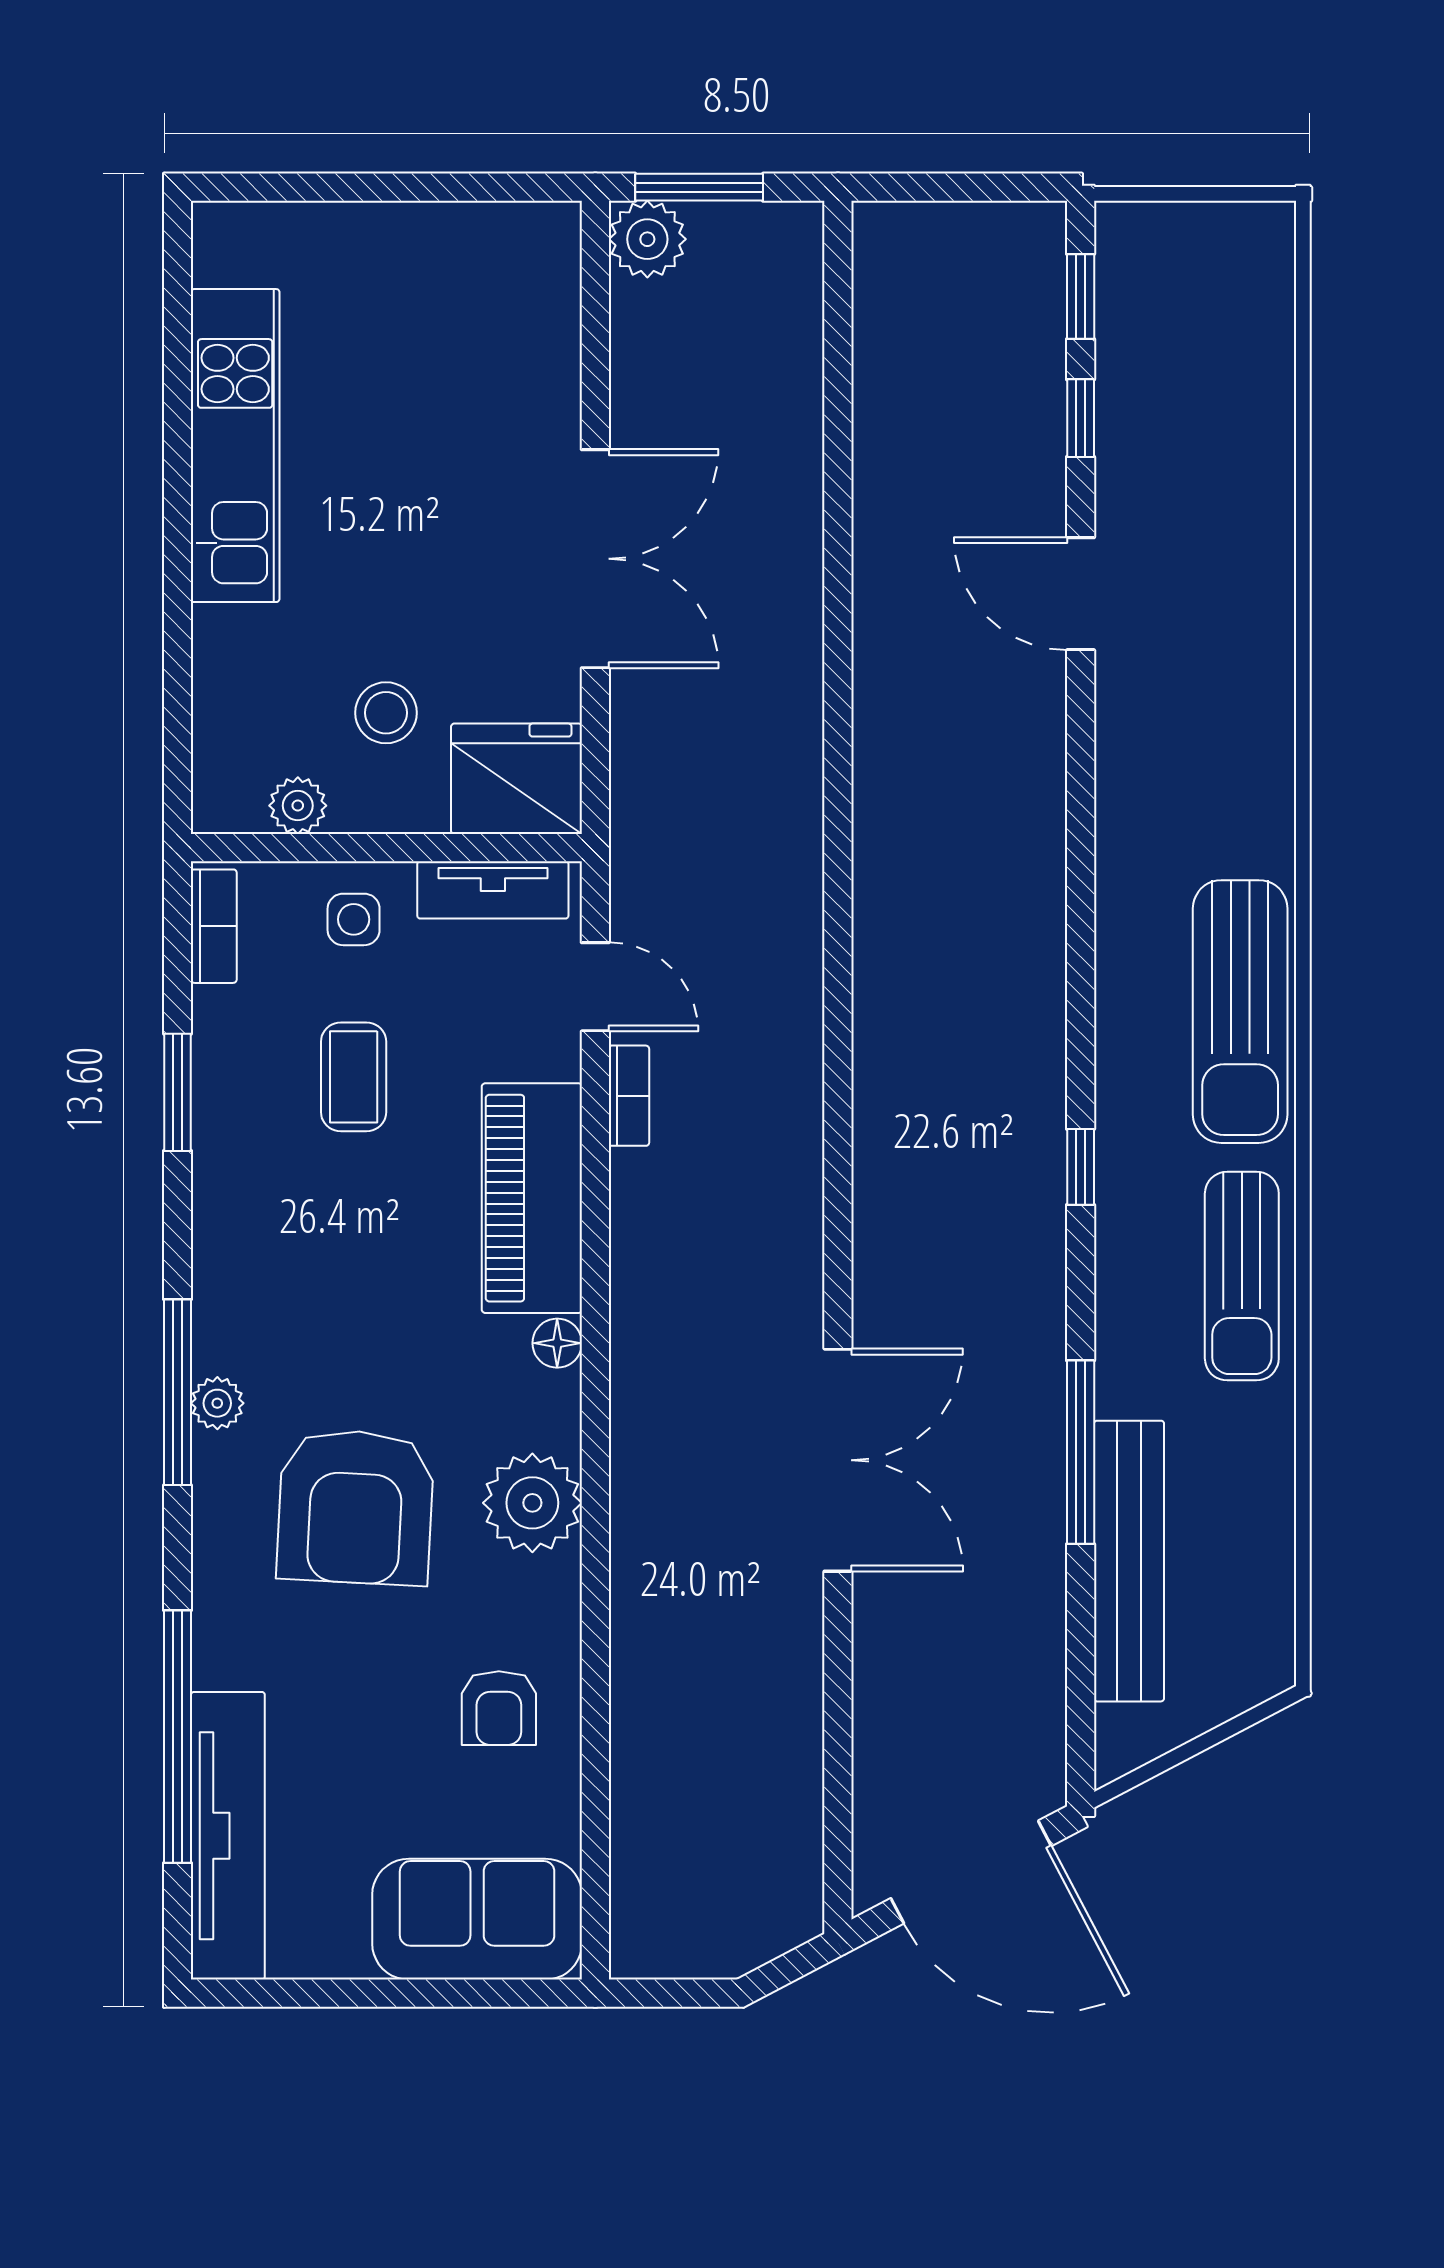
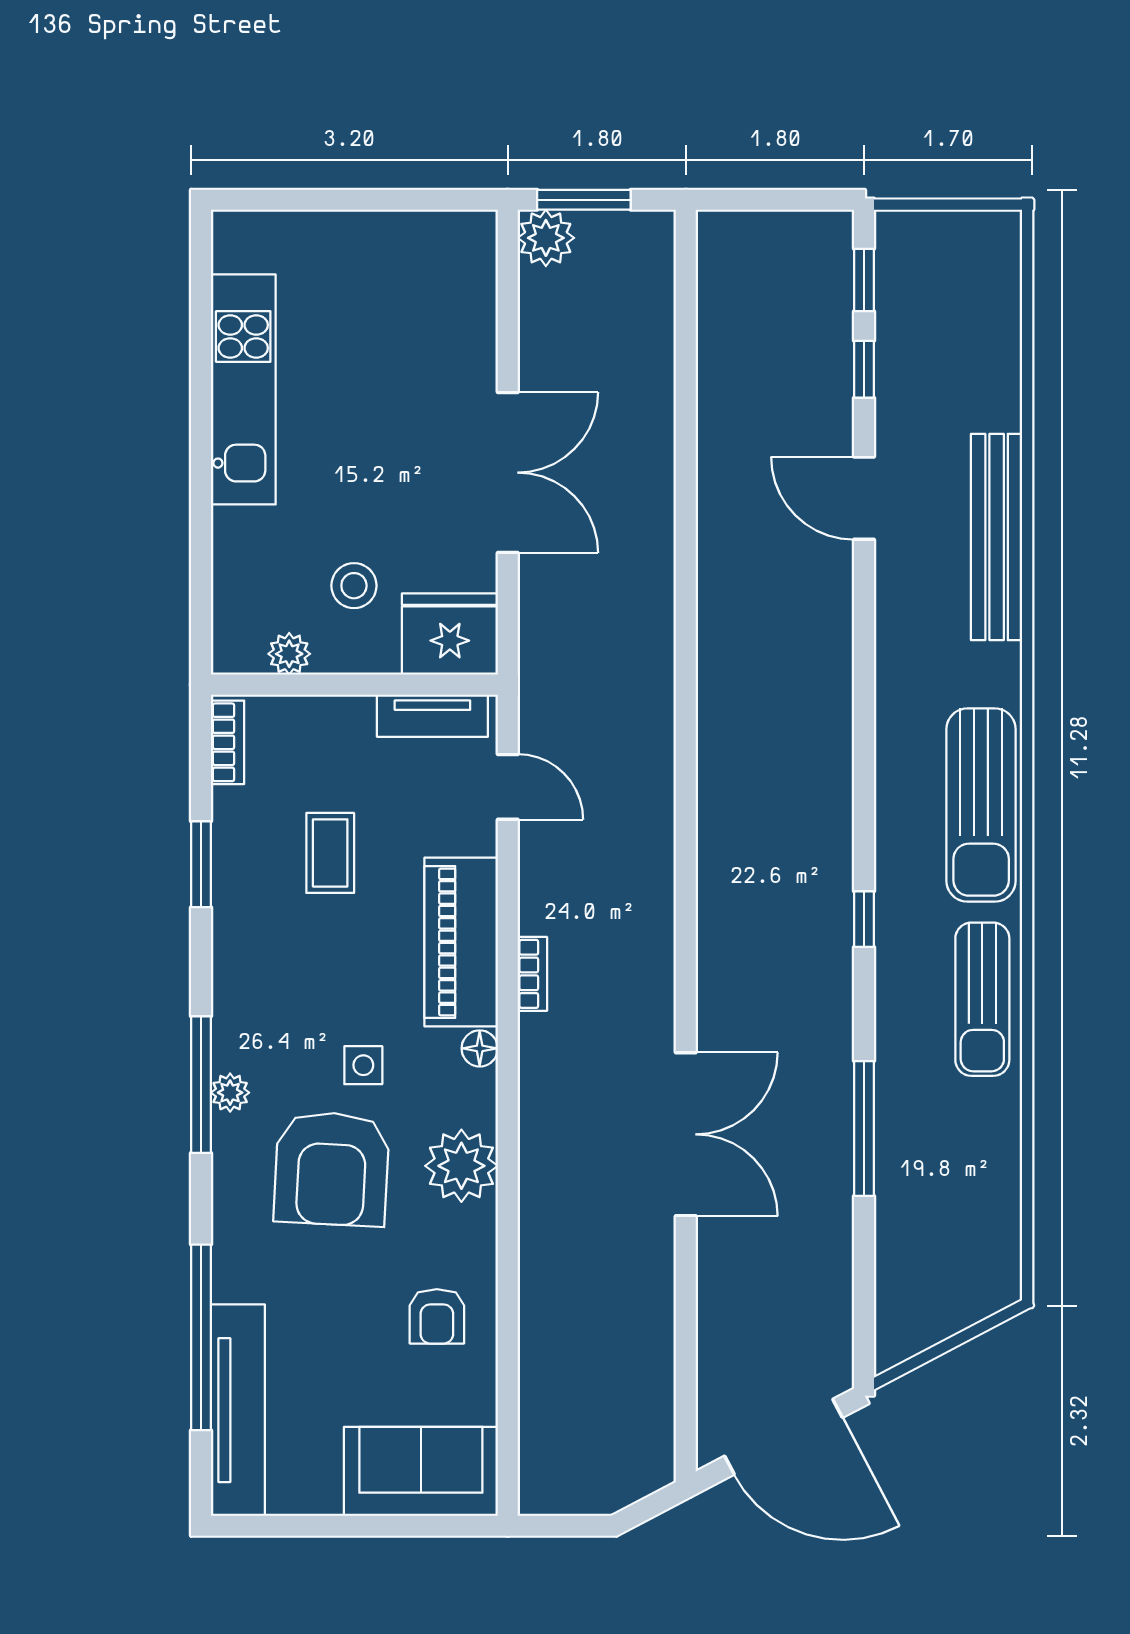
side table: (354, 919) -> (363, 1065), moved
bookcase: (629, 1096) -> (532, 974), moved
bench: (1129, 1561) -> (997, 537), moved

